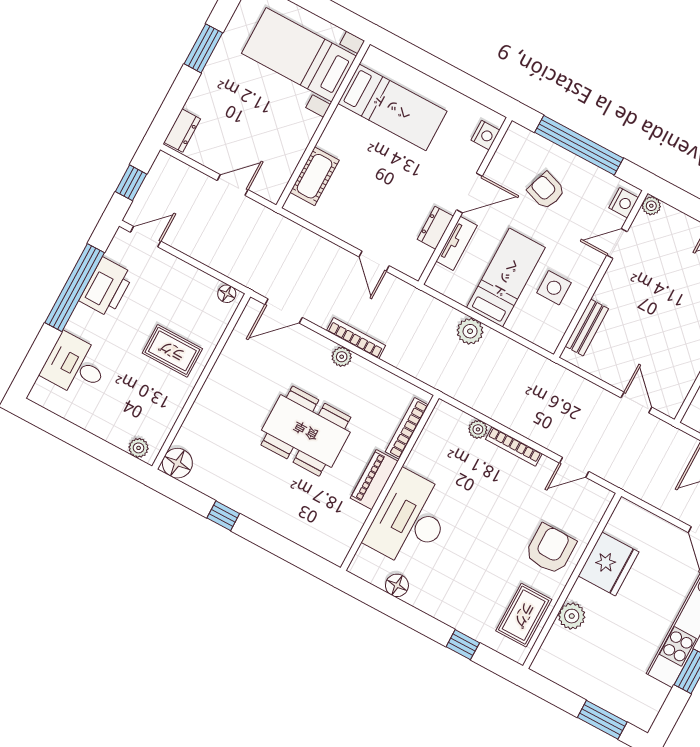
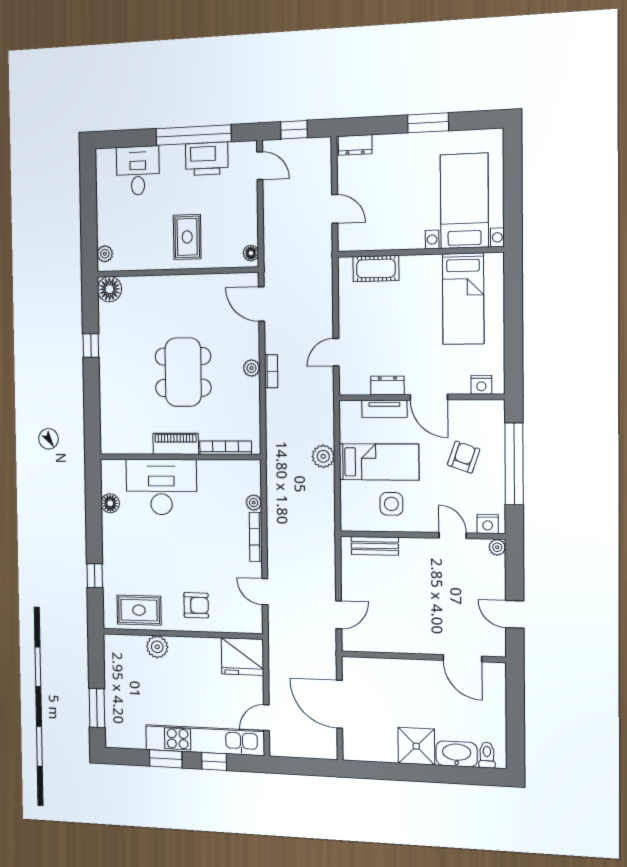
bookcase: (356, 338) -> (271, 371), width x0.64
armchair: (550, 549) -> (196, 605), width x0.72, depth x0.72
fridge: (609, 564) -> (242, 657), moved

